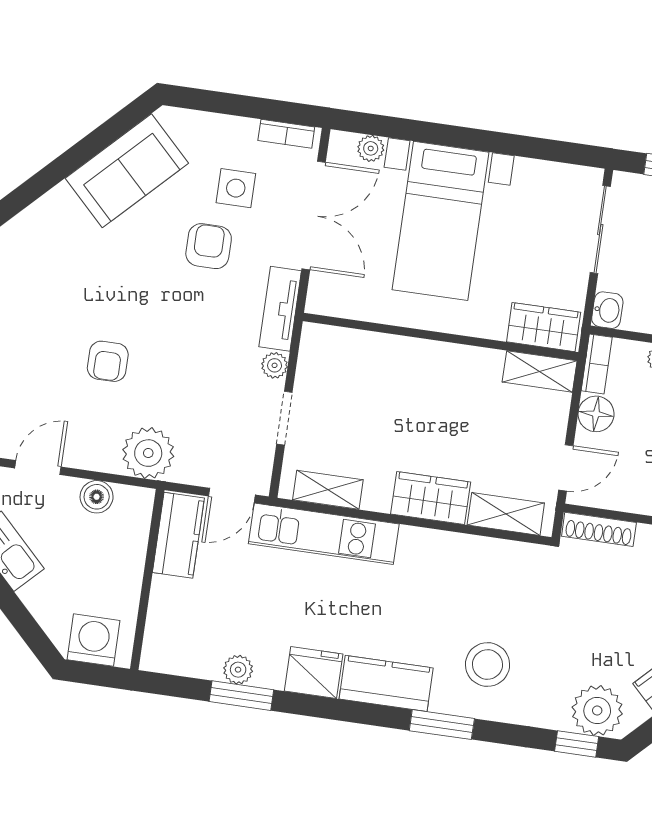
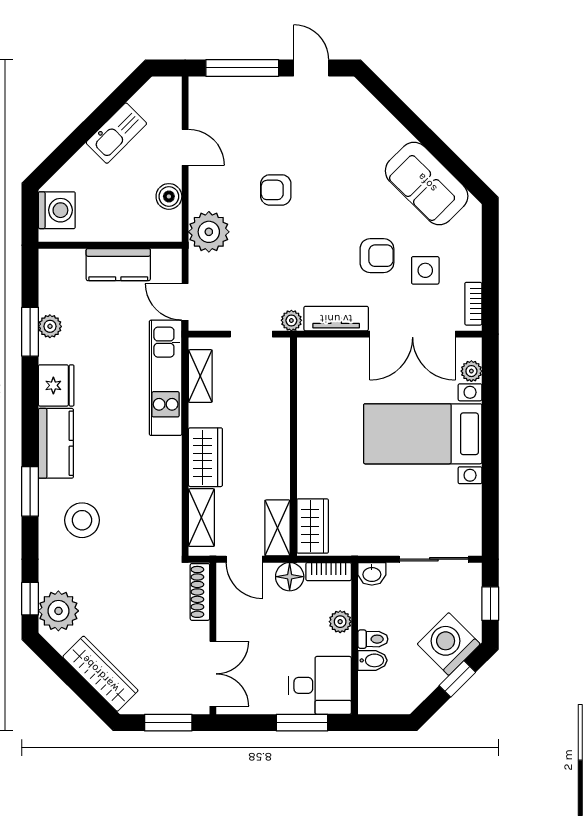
wardrobe: (544, 327) -> (313, 526), moved
wall: (440, 337) -> (293, 447), moved
shelving: (540, 371) -> (278, 528), moved
kitchen counter: (178, 535) -> (118, 265), moved

